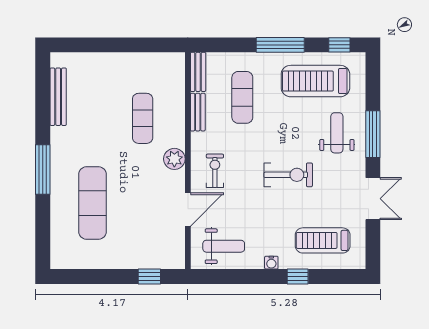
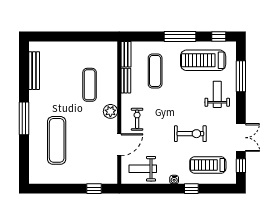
window: (373, 134) -> (241, 76), moved
exercise bike: (288, 175) -> (190, 134), moved
window: (373, 241) -> (241, 166), added
weight bench: (224, 246) -> (143, 169), turned 180

